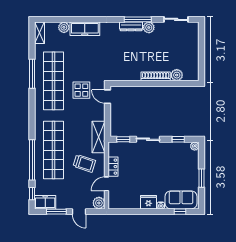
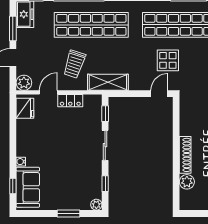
window: (202, 178) -> (68, 213), moved
door: (106, 184) -> (48, 92), hinge flipped
fridge: (148, 202) -> (25, 108), moved

